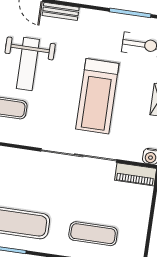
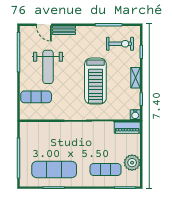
plant: (135, 229) -> (132, 163), added

